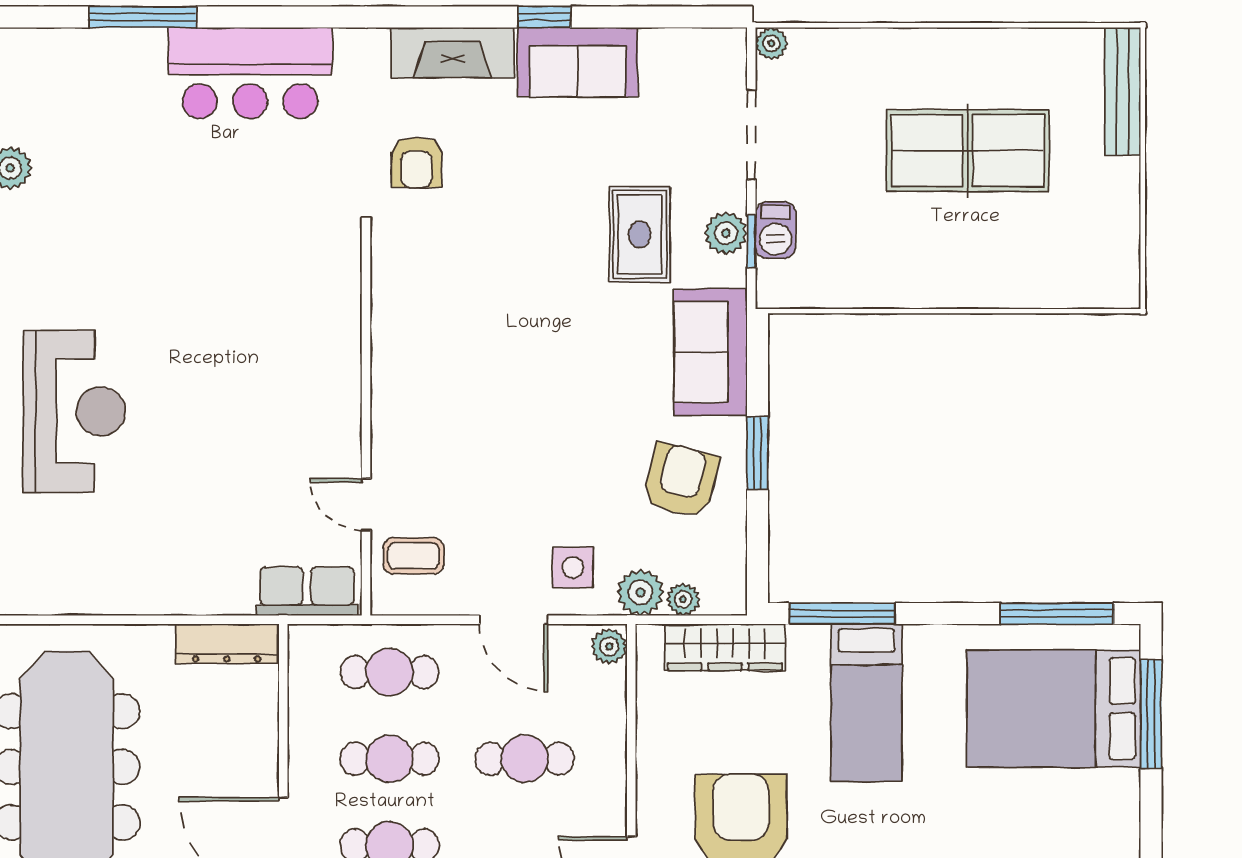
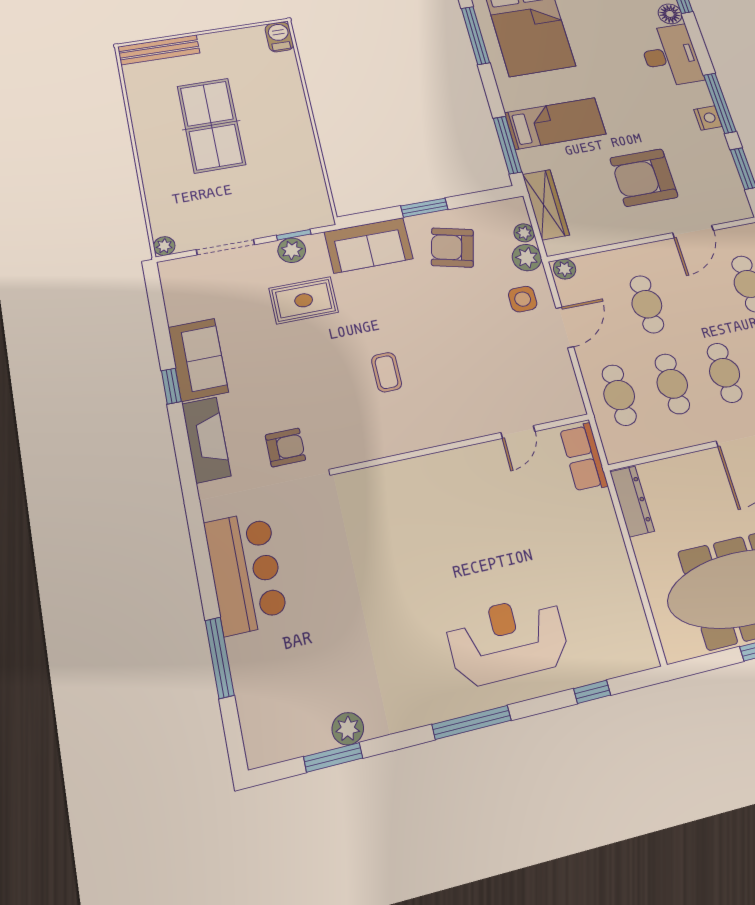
barbecue: (776, 230) -> (279, 37), moved, turned -90
coffee table: (414, 556) -> (387, 372), moved

